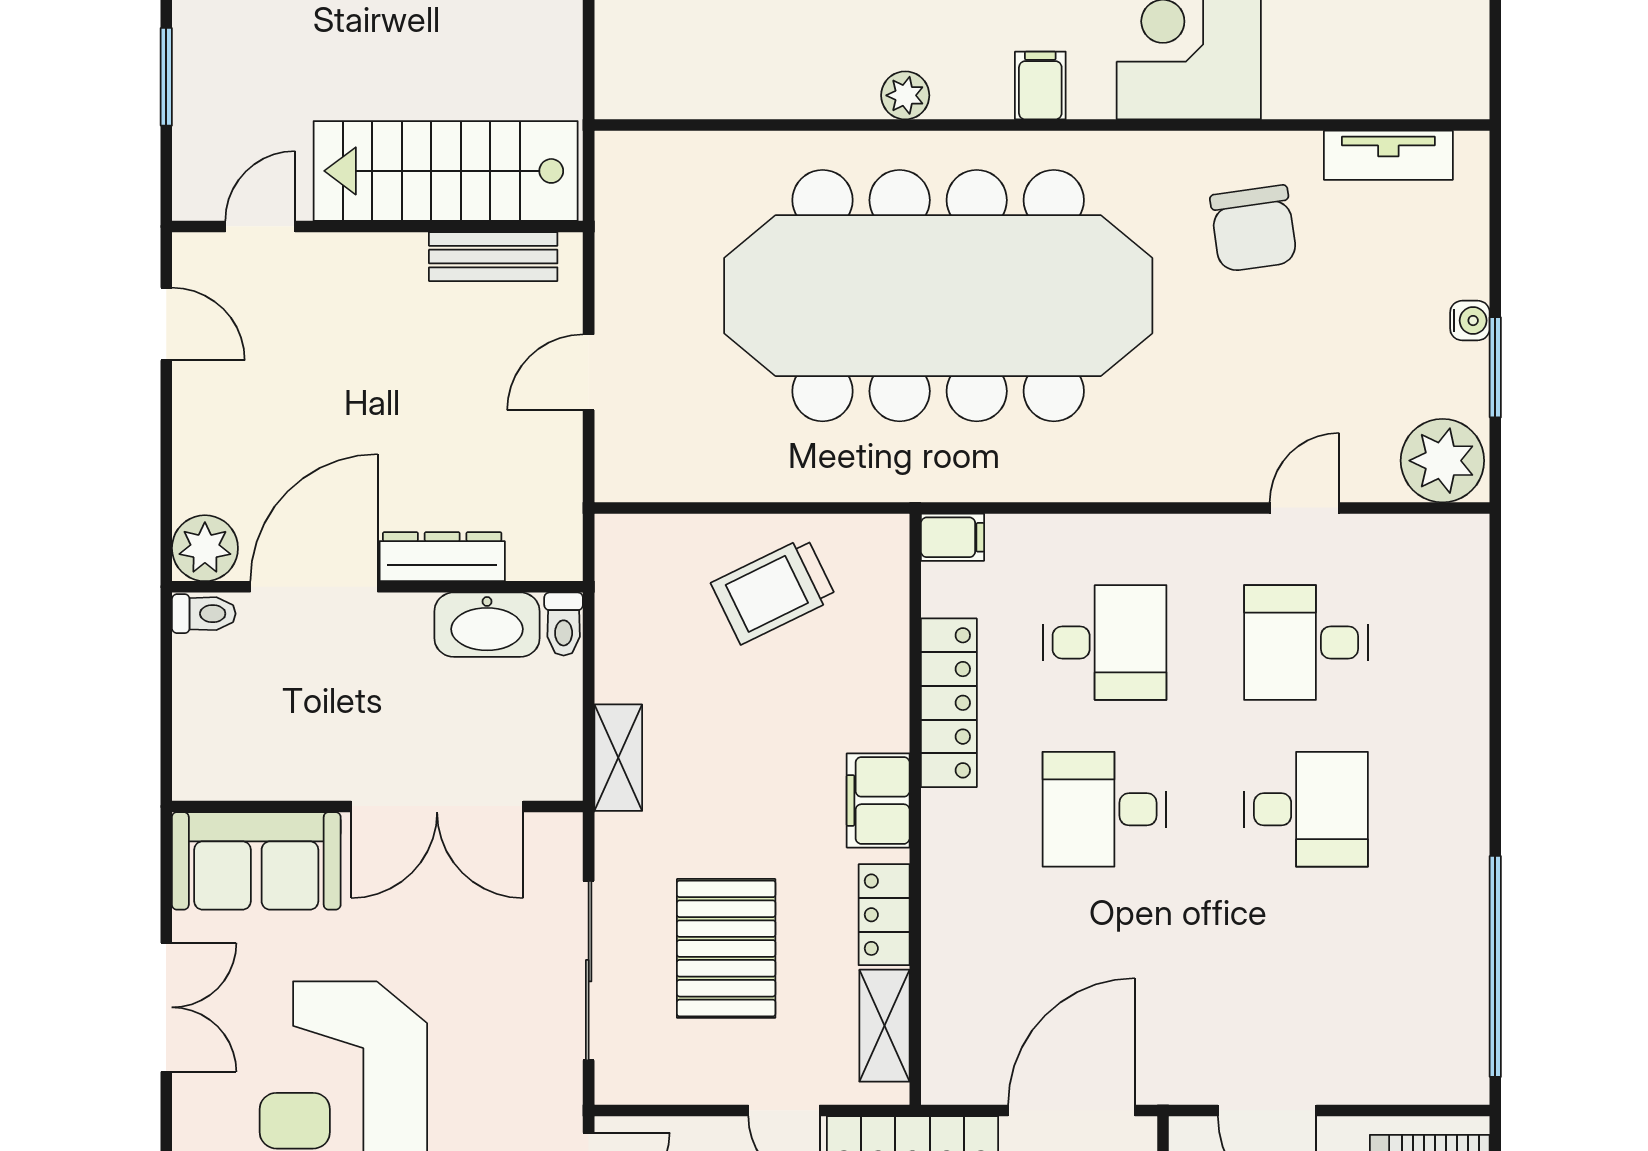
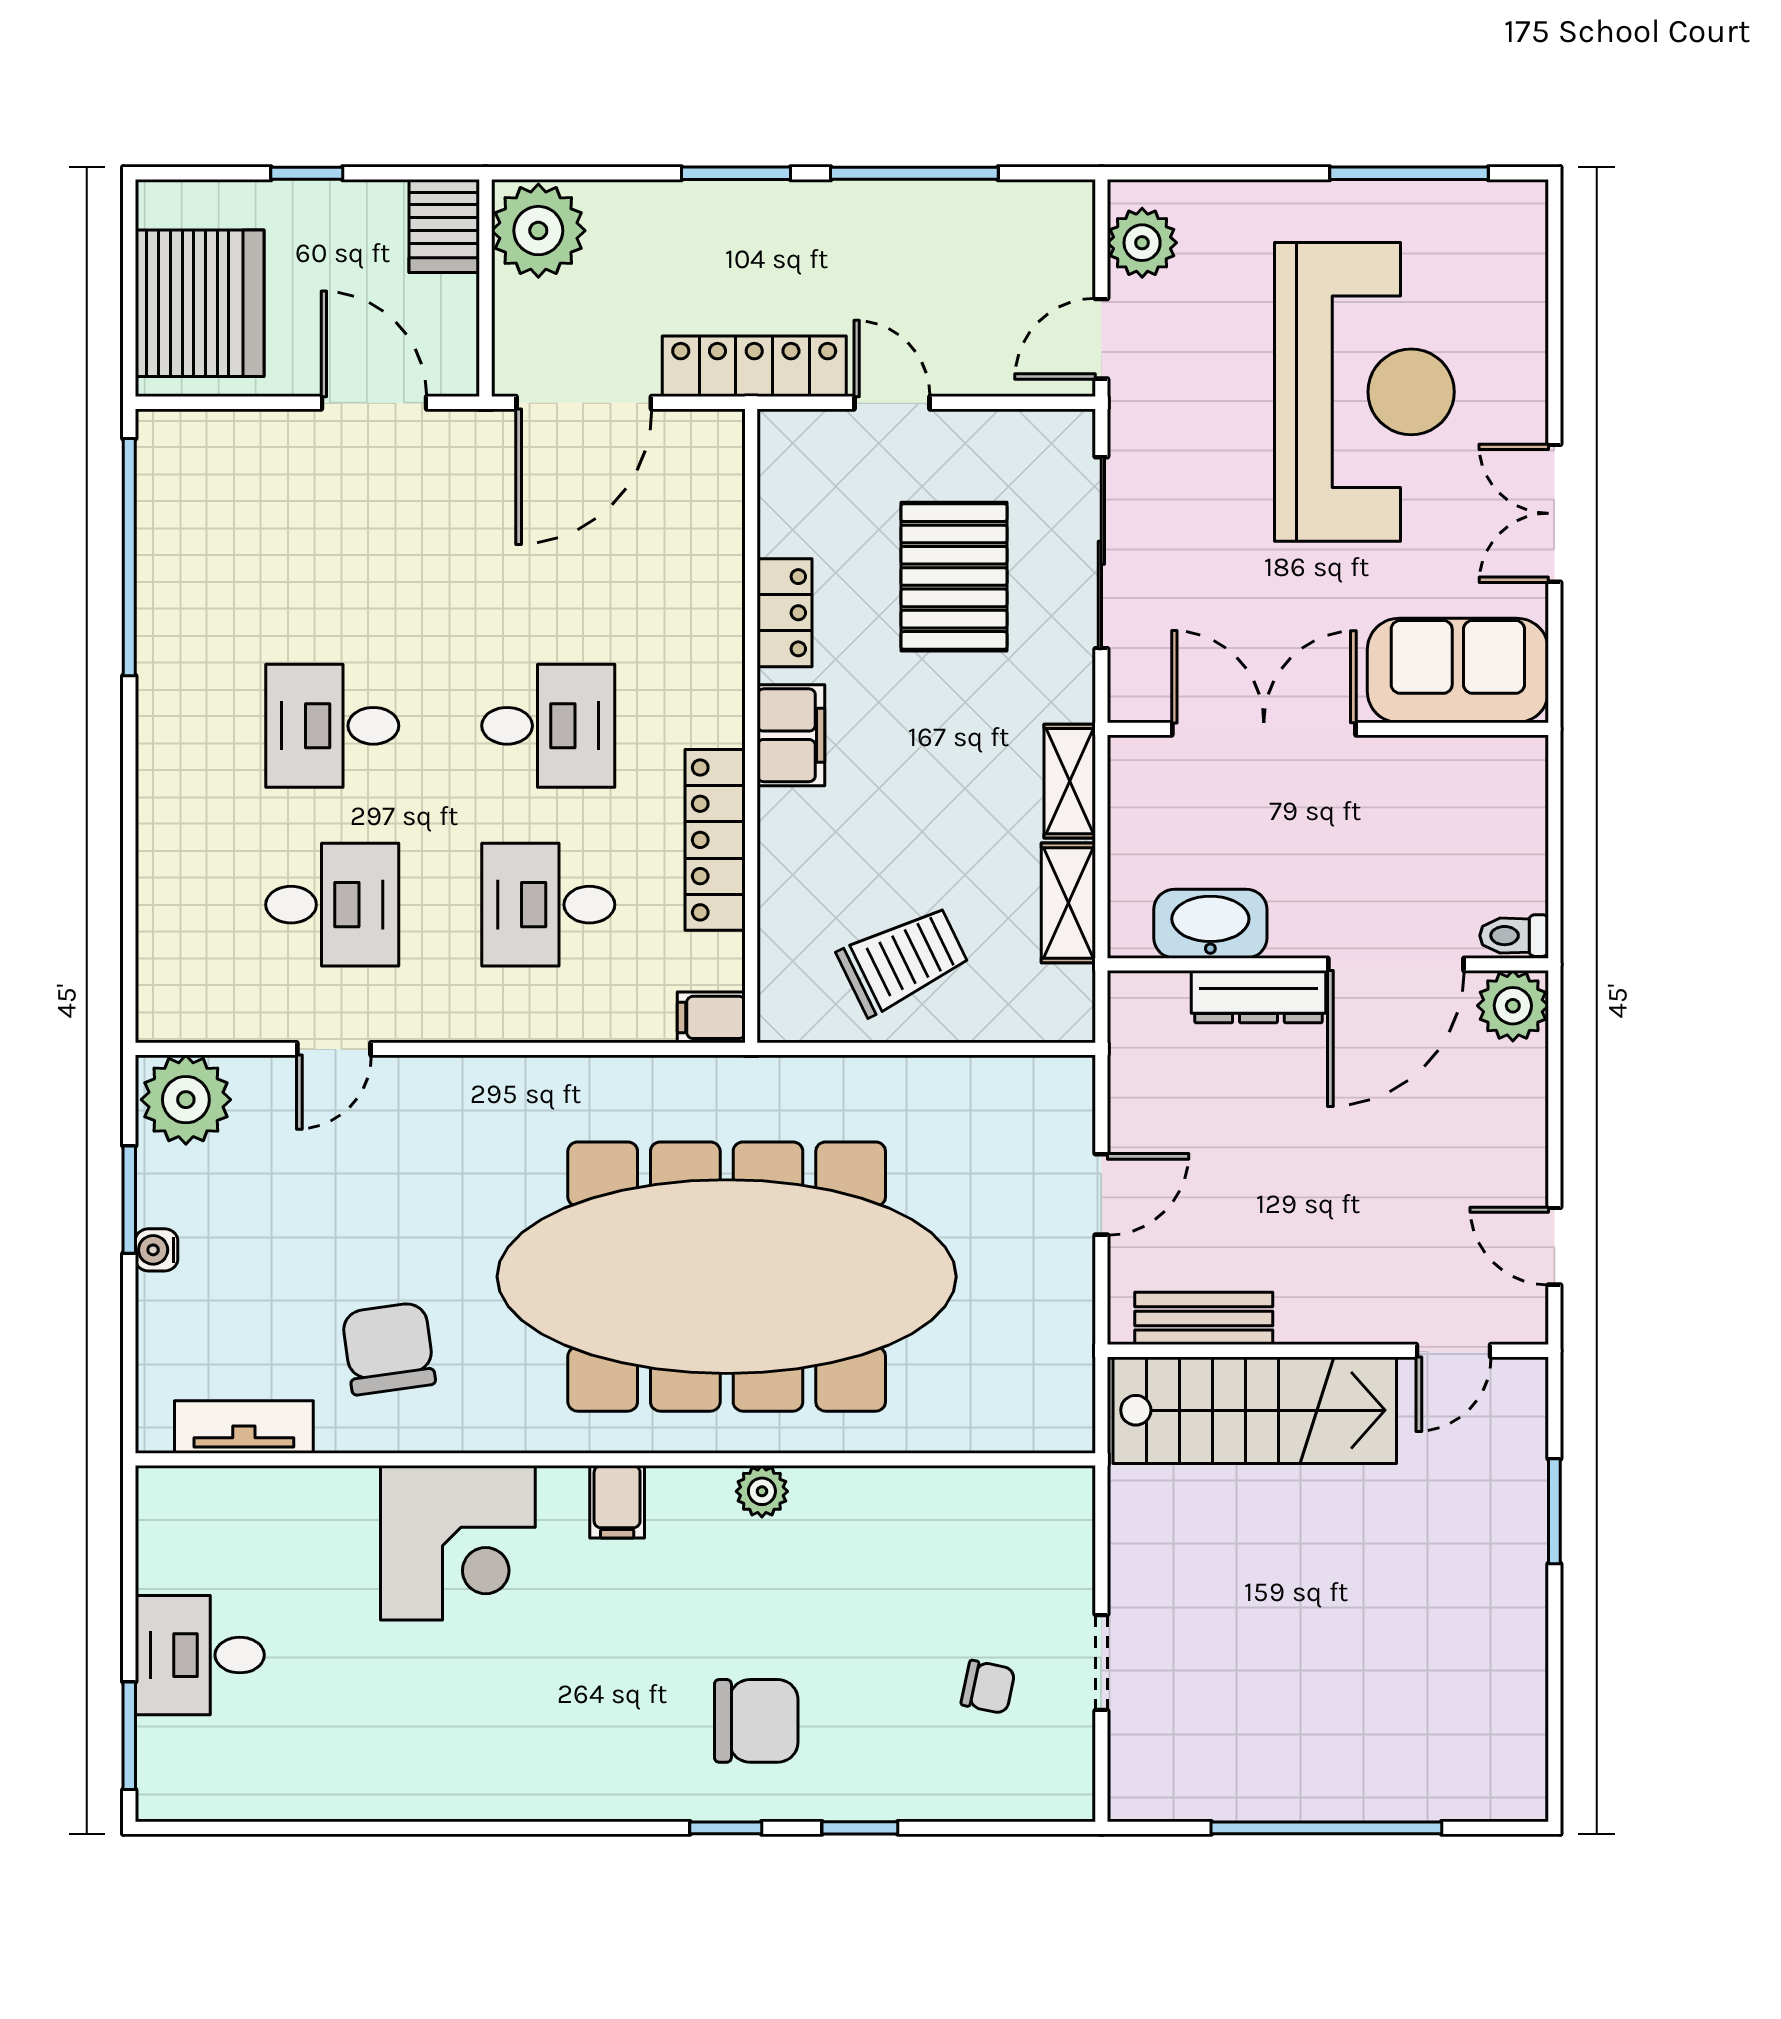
toilet: (564, 624) -> (1128, 924), removed
shelving: (884, 1026) -> (1068, 903), moved

